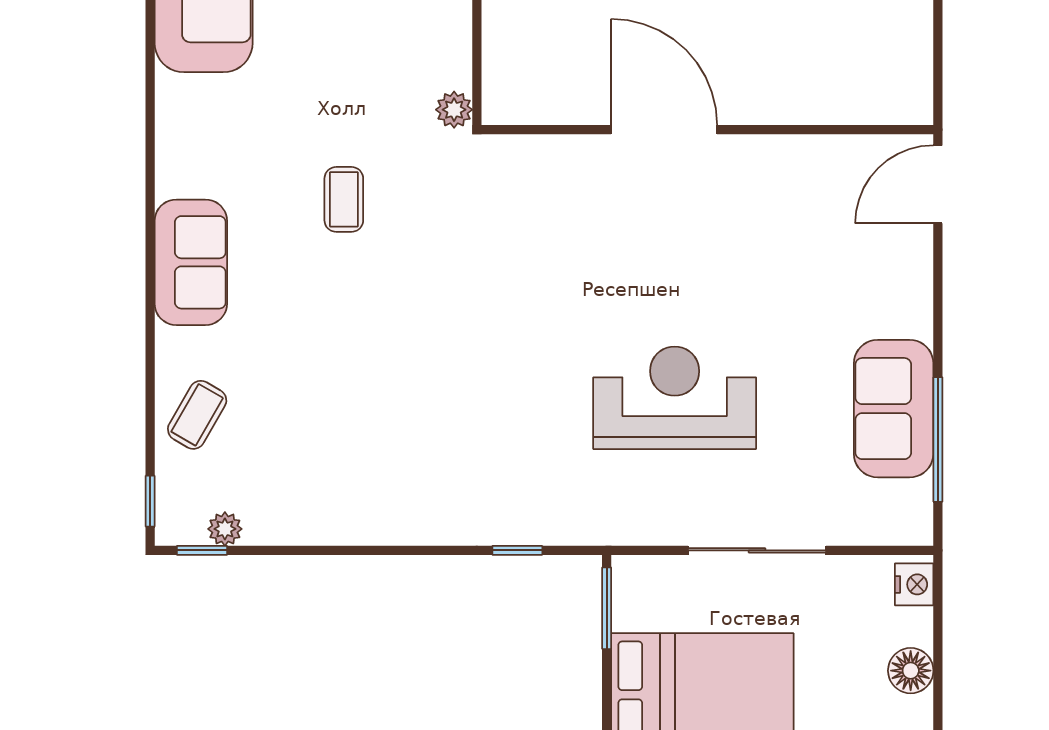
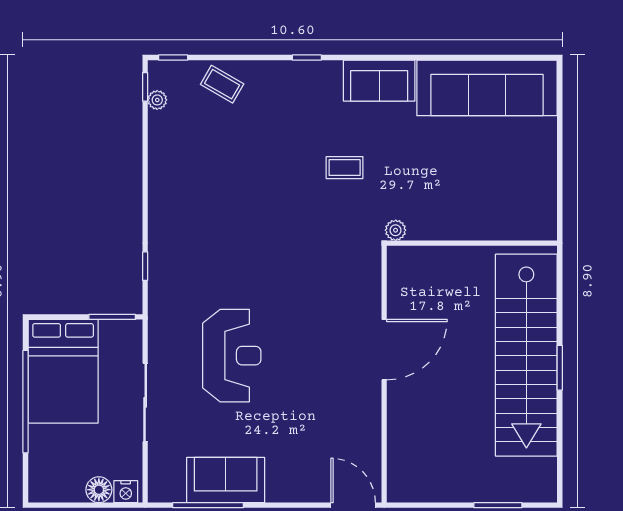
sofa: (191, 262) -> (379, 81), moved
window: (150, 266) -> (307, 57), added
floor lamp: (911, 671) -> (99, 490), moved

